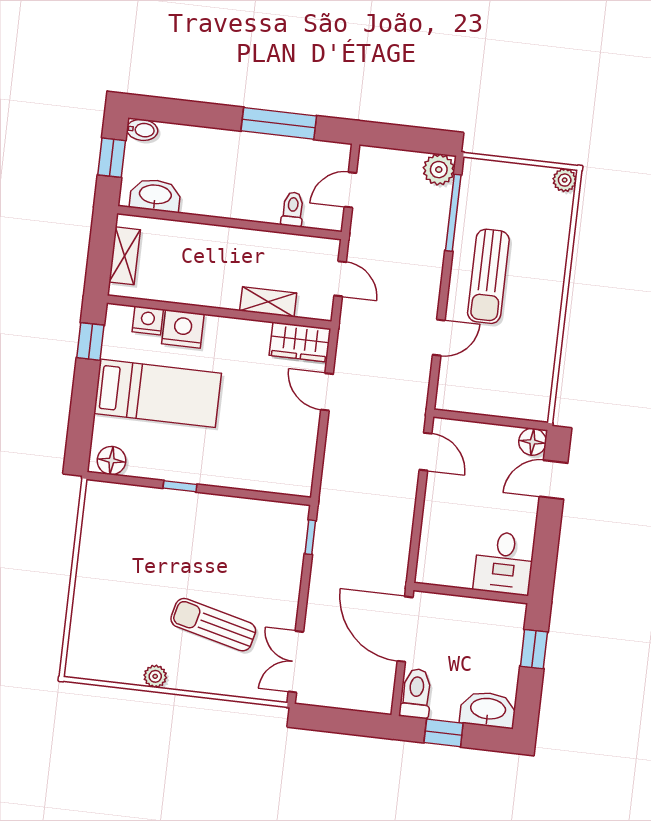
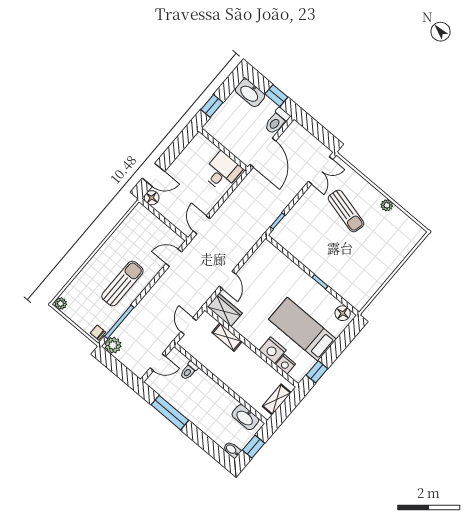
chair: (476, 174) -> (98, 333), added
door: (439, 338) -> (174, 258), moved
desk: (504, 563) -> (222, 172), moved

